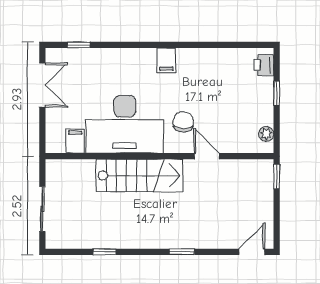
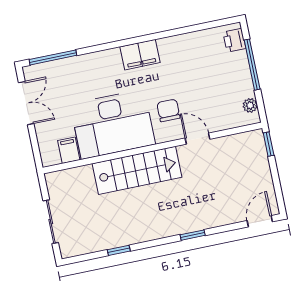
window: (79, 45) -> (53, 57), width x2.17
filing cabinet: (166, 60) -> (140, 55), width x2.00
window: (277, 93) -> (252, 65), width x2.17

